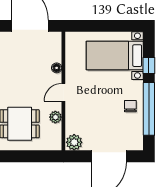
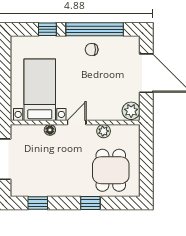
bed with nightstands: (115, 56) -> (40, 90), moved, turned 180
door: (63, 92) -> (77, 123), swing flipped

